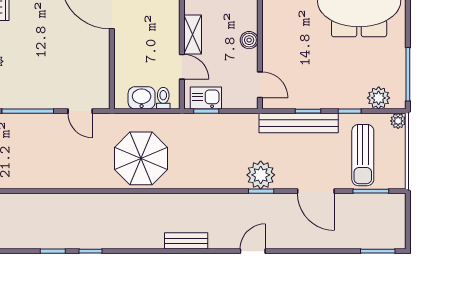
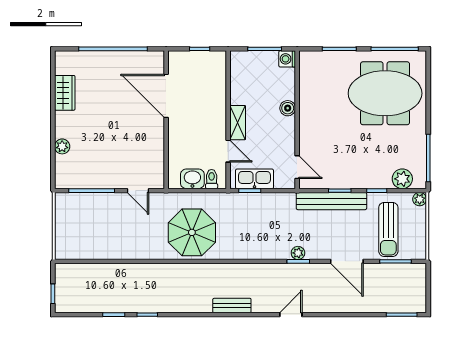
boiler: (249, 40) -> (288, 108), moved
kitchen sink: (206, 98) -> (255, 179), width x1.38
plant: (261, 175) -> (298, 253), width x0.53, depth x0.53

